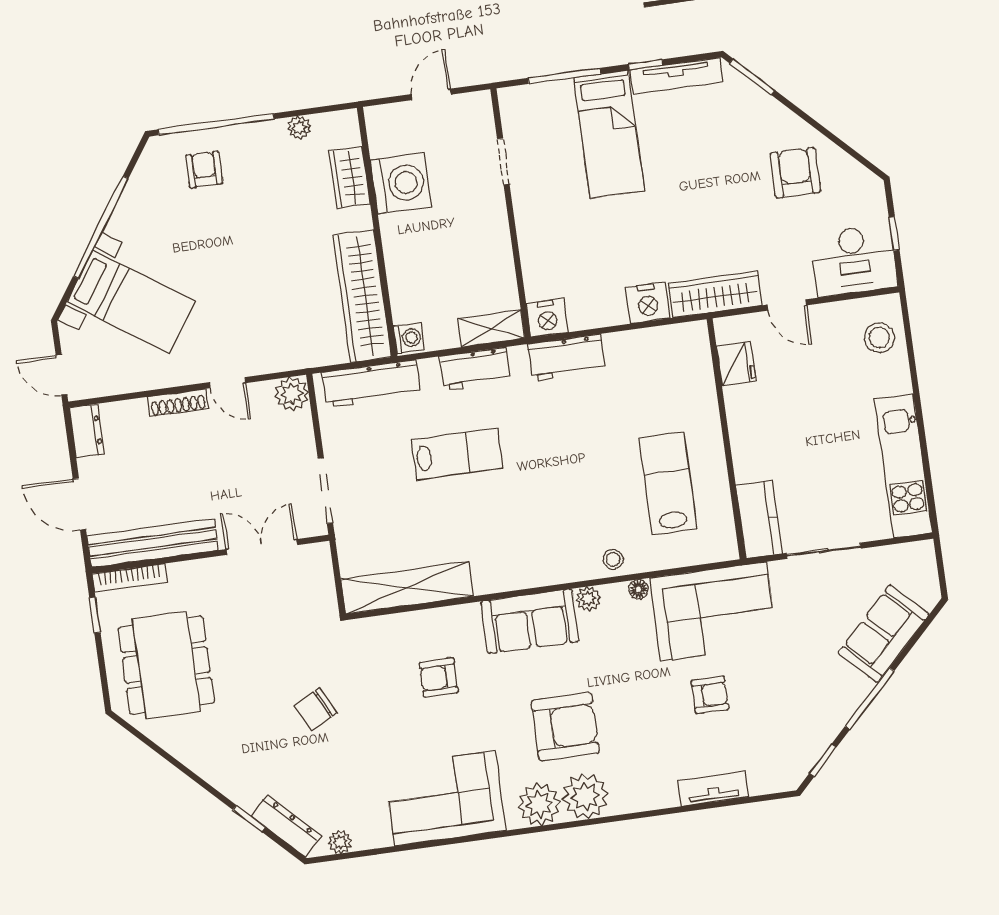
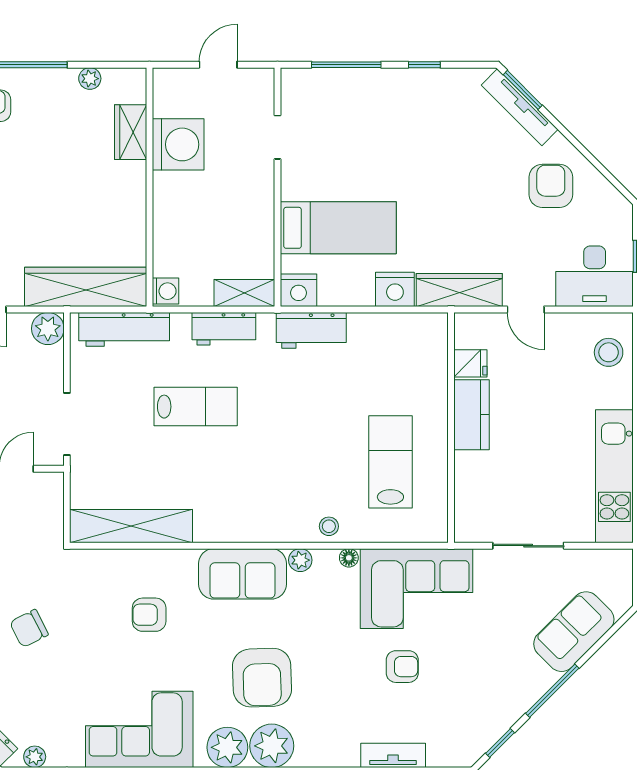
tv unit: (676, 76) -> (520, 107), moved, turned 45
bed: (609, 134) -> (338, 228), moved, turned -90
wardrobe: (362, 296) -> (86, 287), moved, turned 90
fridge: (736, 364) -> (470, 363), width x0.72
kitchen counter: (759, 519) -> (471, 415), moved
armchair: (565, 727) -> (262, 678), turned 88

